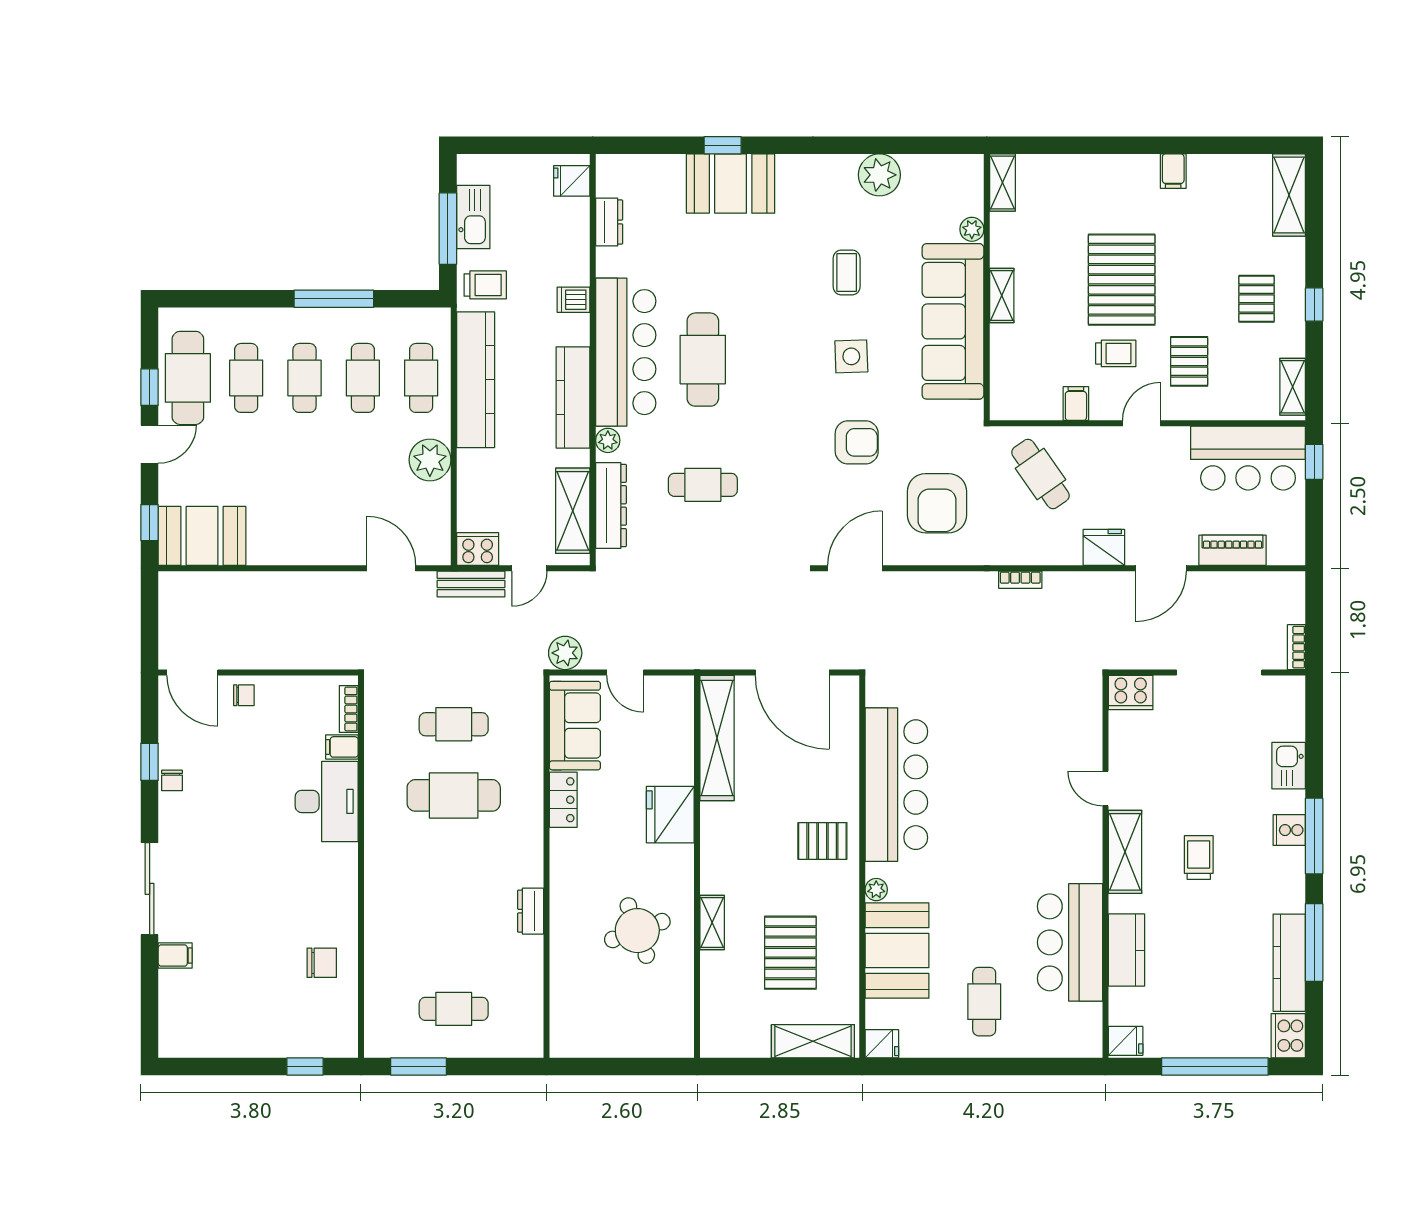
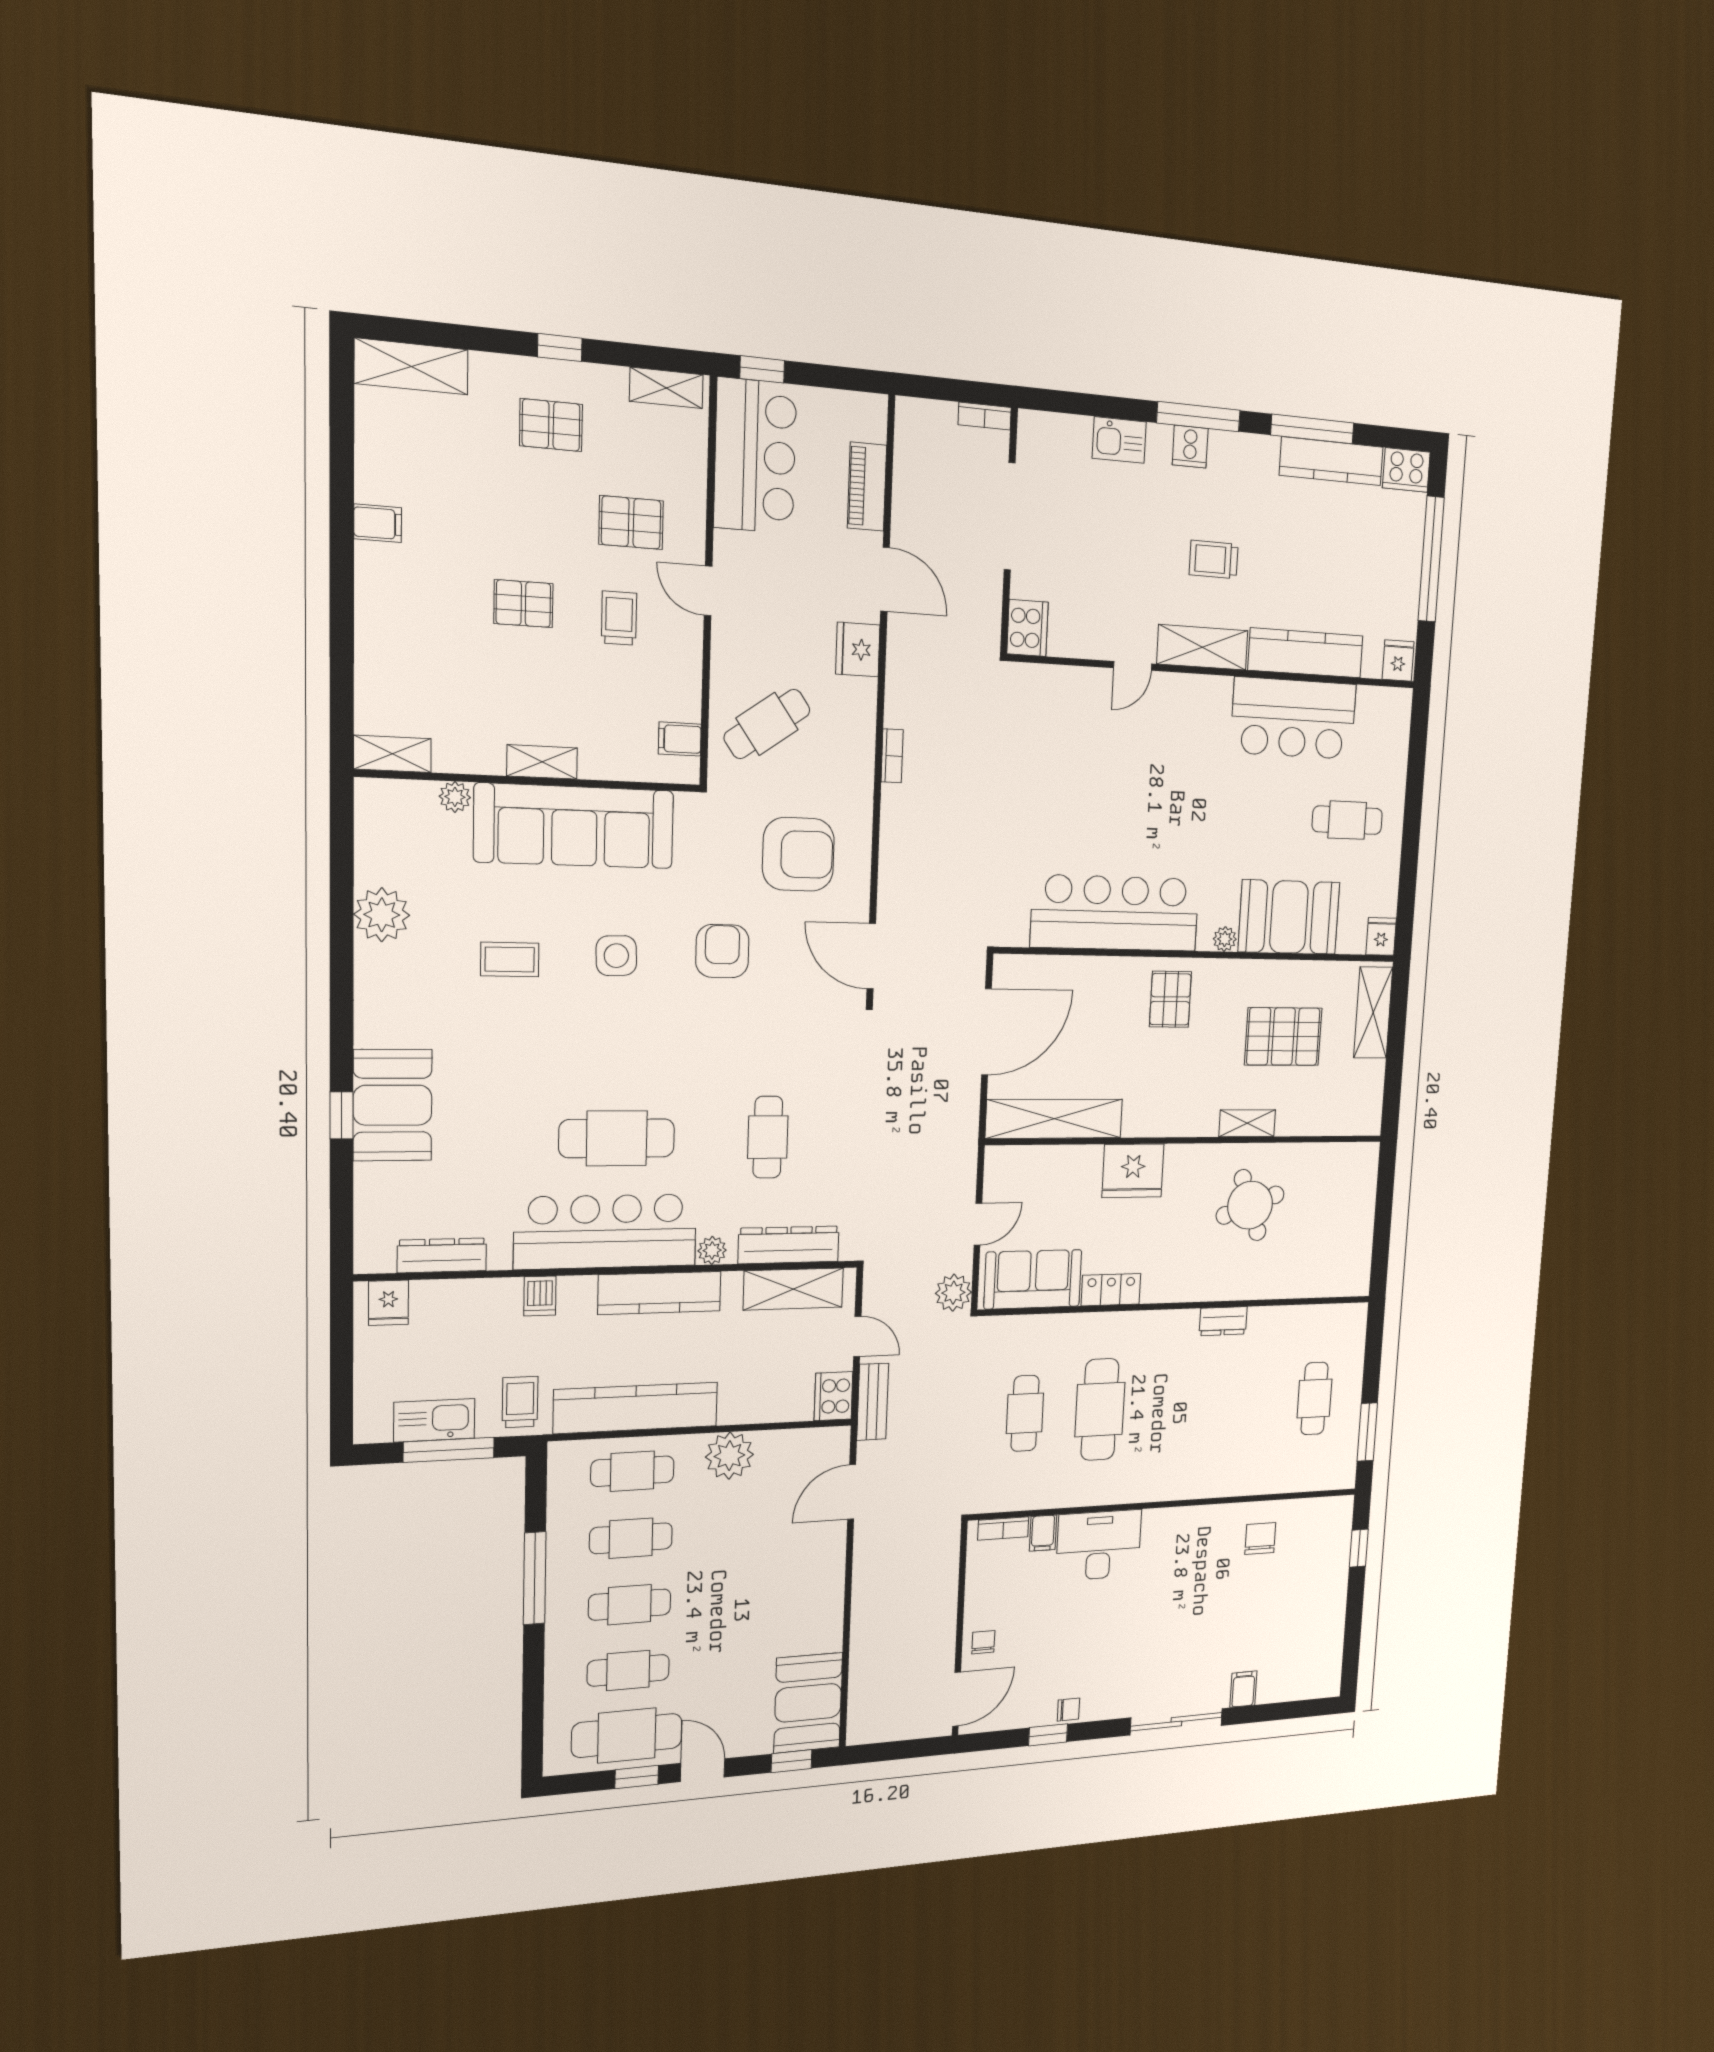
dresser: (609, 222) -> (442, 1255), width x1.44
pallet: (1122, 280) -> (523, 604), width x0.49, depth x0.50
filing cabinet: (1076, 404) -> (680, 739), moved
kitchen counter: (1127, 950) -> (1306, 653), width x1.50

